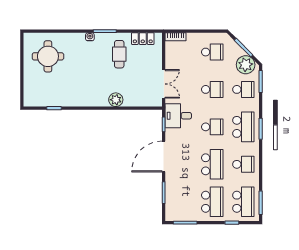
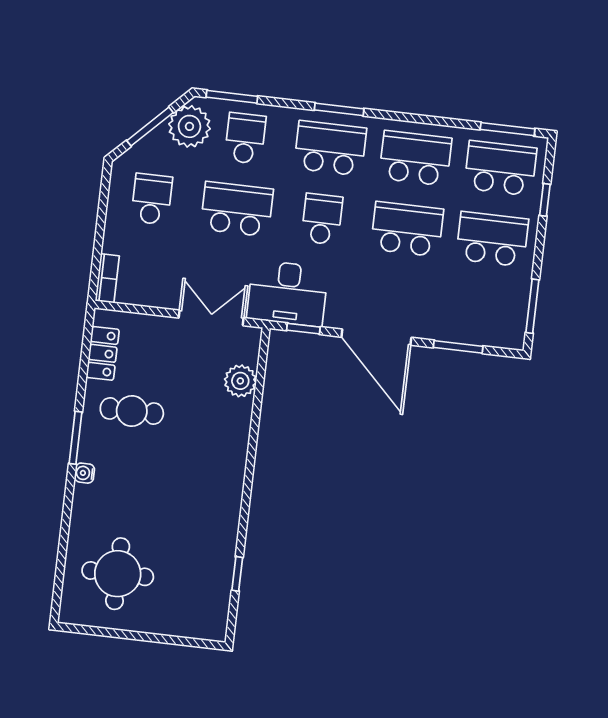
school desk: (212, 89) -> (237, 209), width x1.85
plant: (116, 100) -> (240, 381), moved
desk: (178, 116) -> (288, 293), width x1.37
school desk: (243, 164) -> (415, 158), width x1.85

